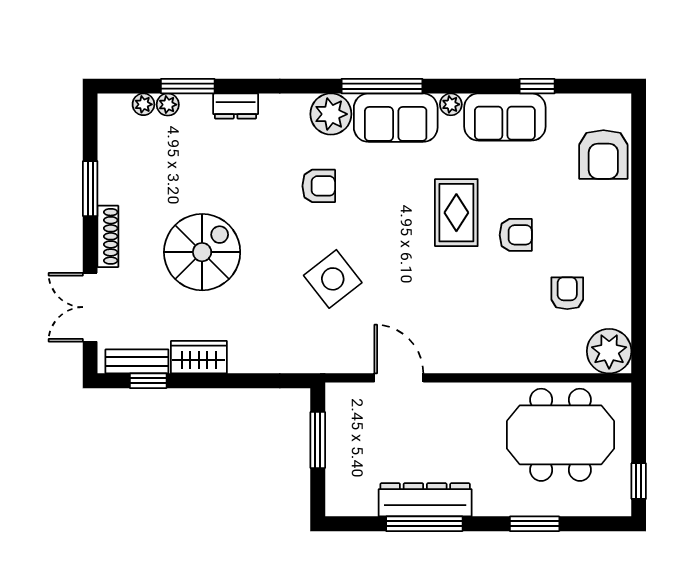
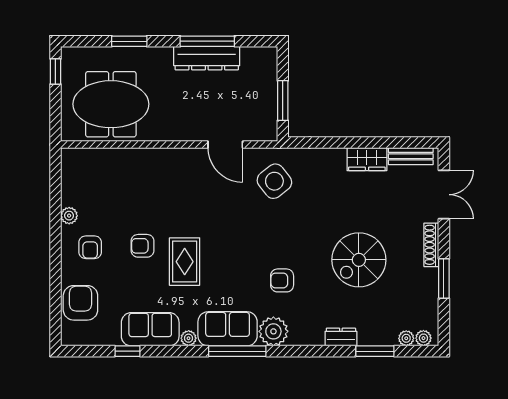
plant: (168, 105) -> (423, 338), moved
spiral stairs: (202, 252) -> (359, 260), moved
side table: (333, 279) -> (274, 181), moved
armchair: (567, 293) -> (90, 247), moved
plant: (609, 351) -> (69, 216), moved, width x0.53, depth x0.53
window: (148, 381) -> (403, 142), removed

